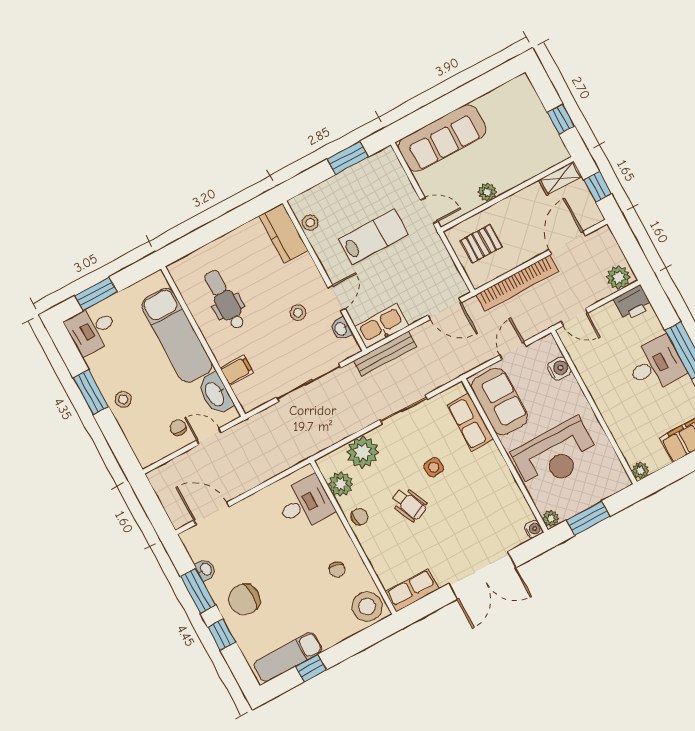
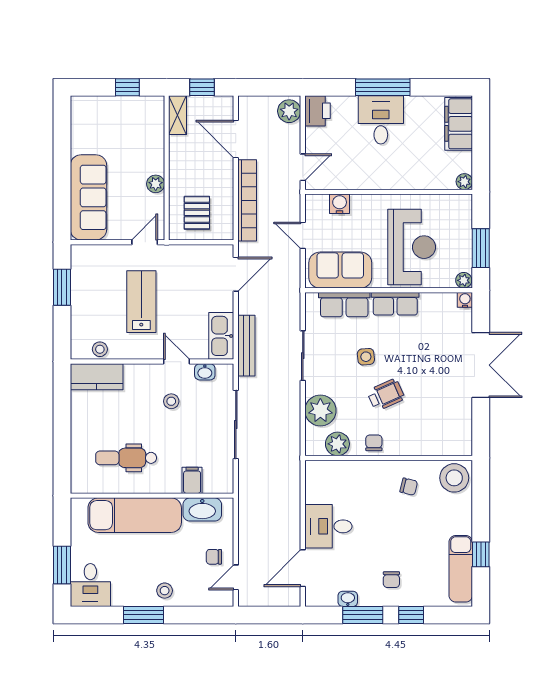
door: (209, 436) -> (236, 577), moved
desk: (305, 504) -> (328, 526), moved, turned -90
row of seats: (412, 590) -> (395, 304), moved, turned -90
chair: (244, 599) -> (391, 580), width x0.54, depth x0.54

